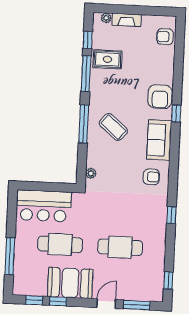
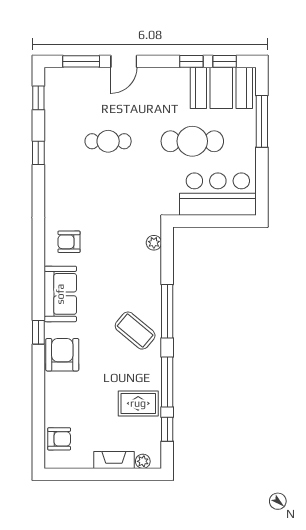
coffee table: (113, 127) -> (135, 331), moved
window: (171, 215) -> (38, 153), moved
cafe table: (120, 247) -> (108, 141), width x0.73, depth x0.74
booth: (70, 283) -> (221, 88), moved

